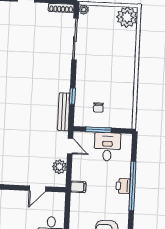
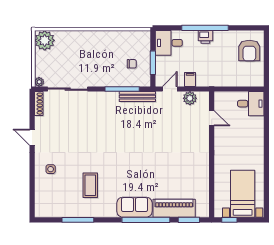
window: (72, 96) -> (122, 89), width x2.17
desk: (107, 147) -> (169, 43), moved
filing cabinet: (78, 187) -> (190, 79), moved

